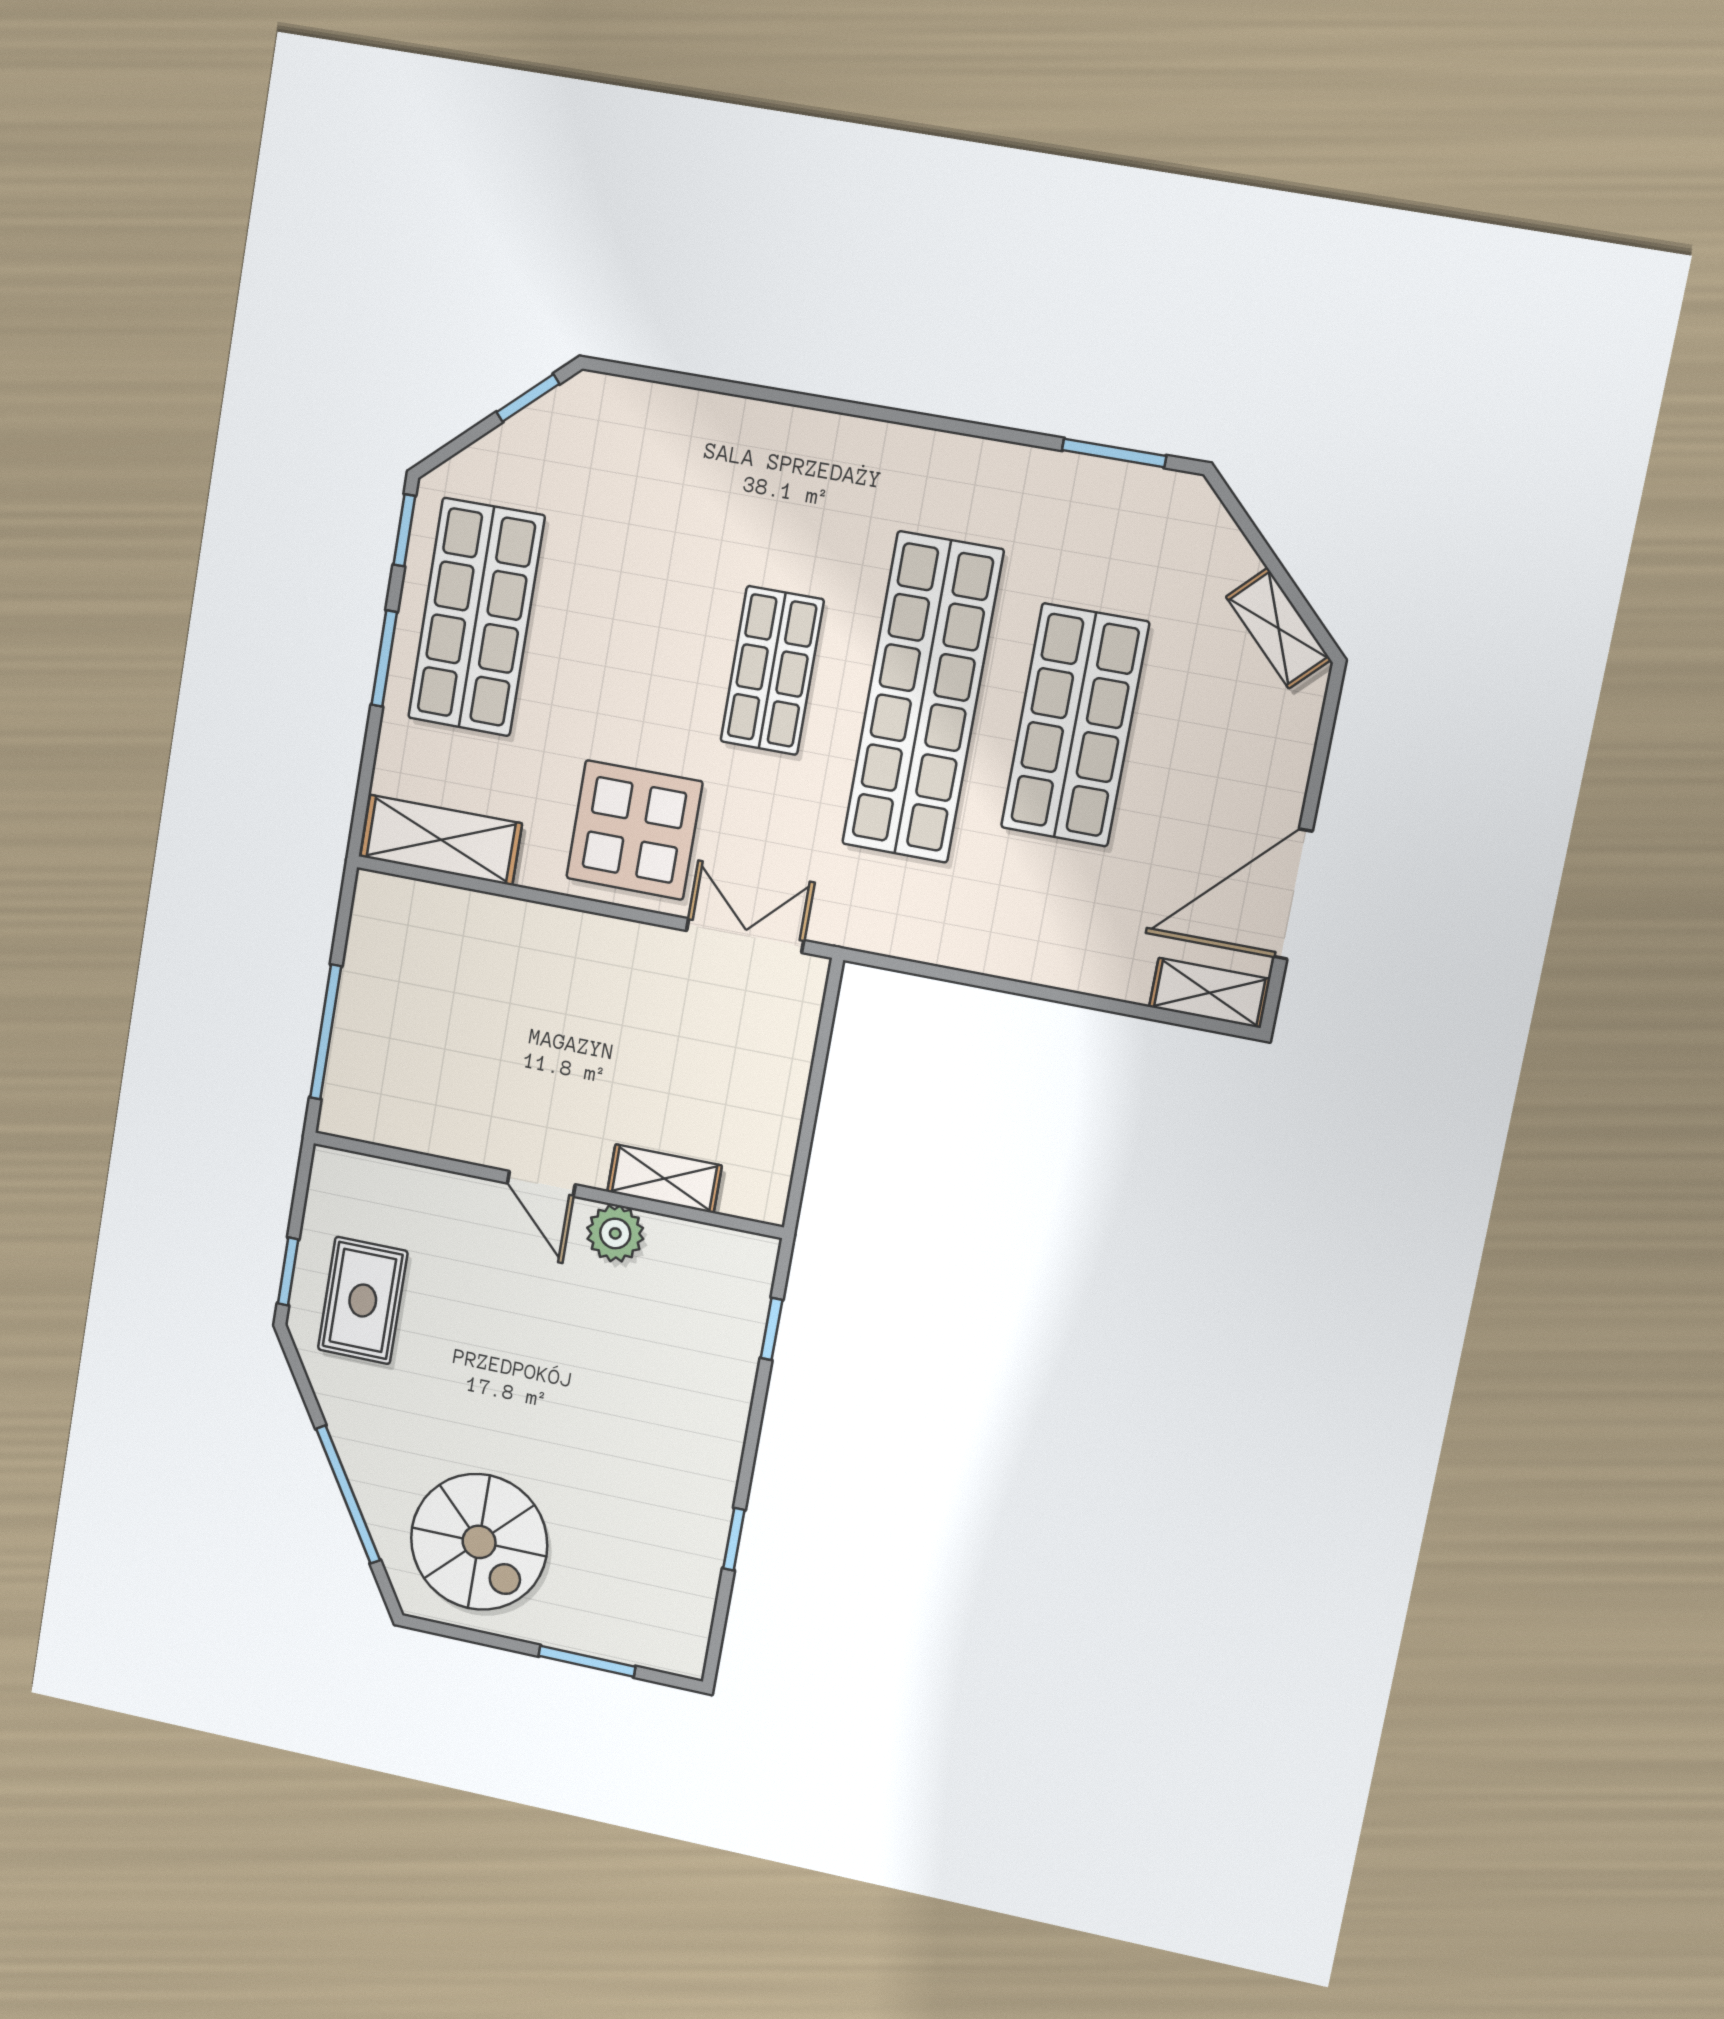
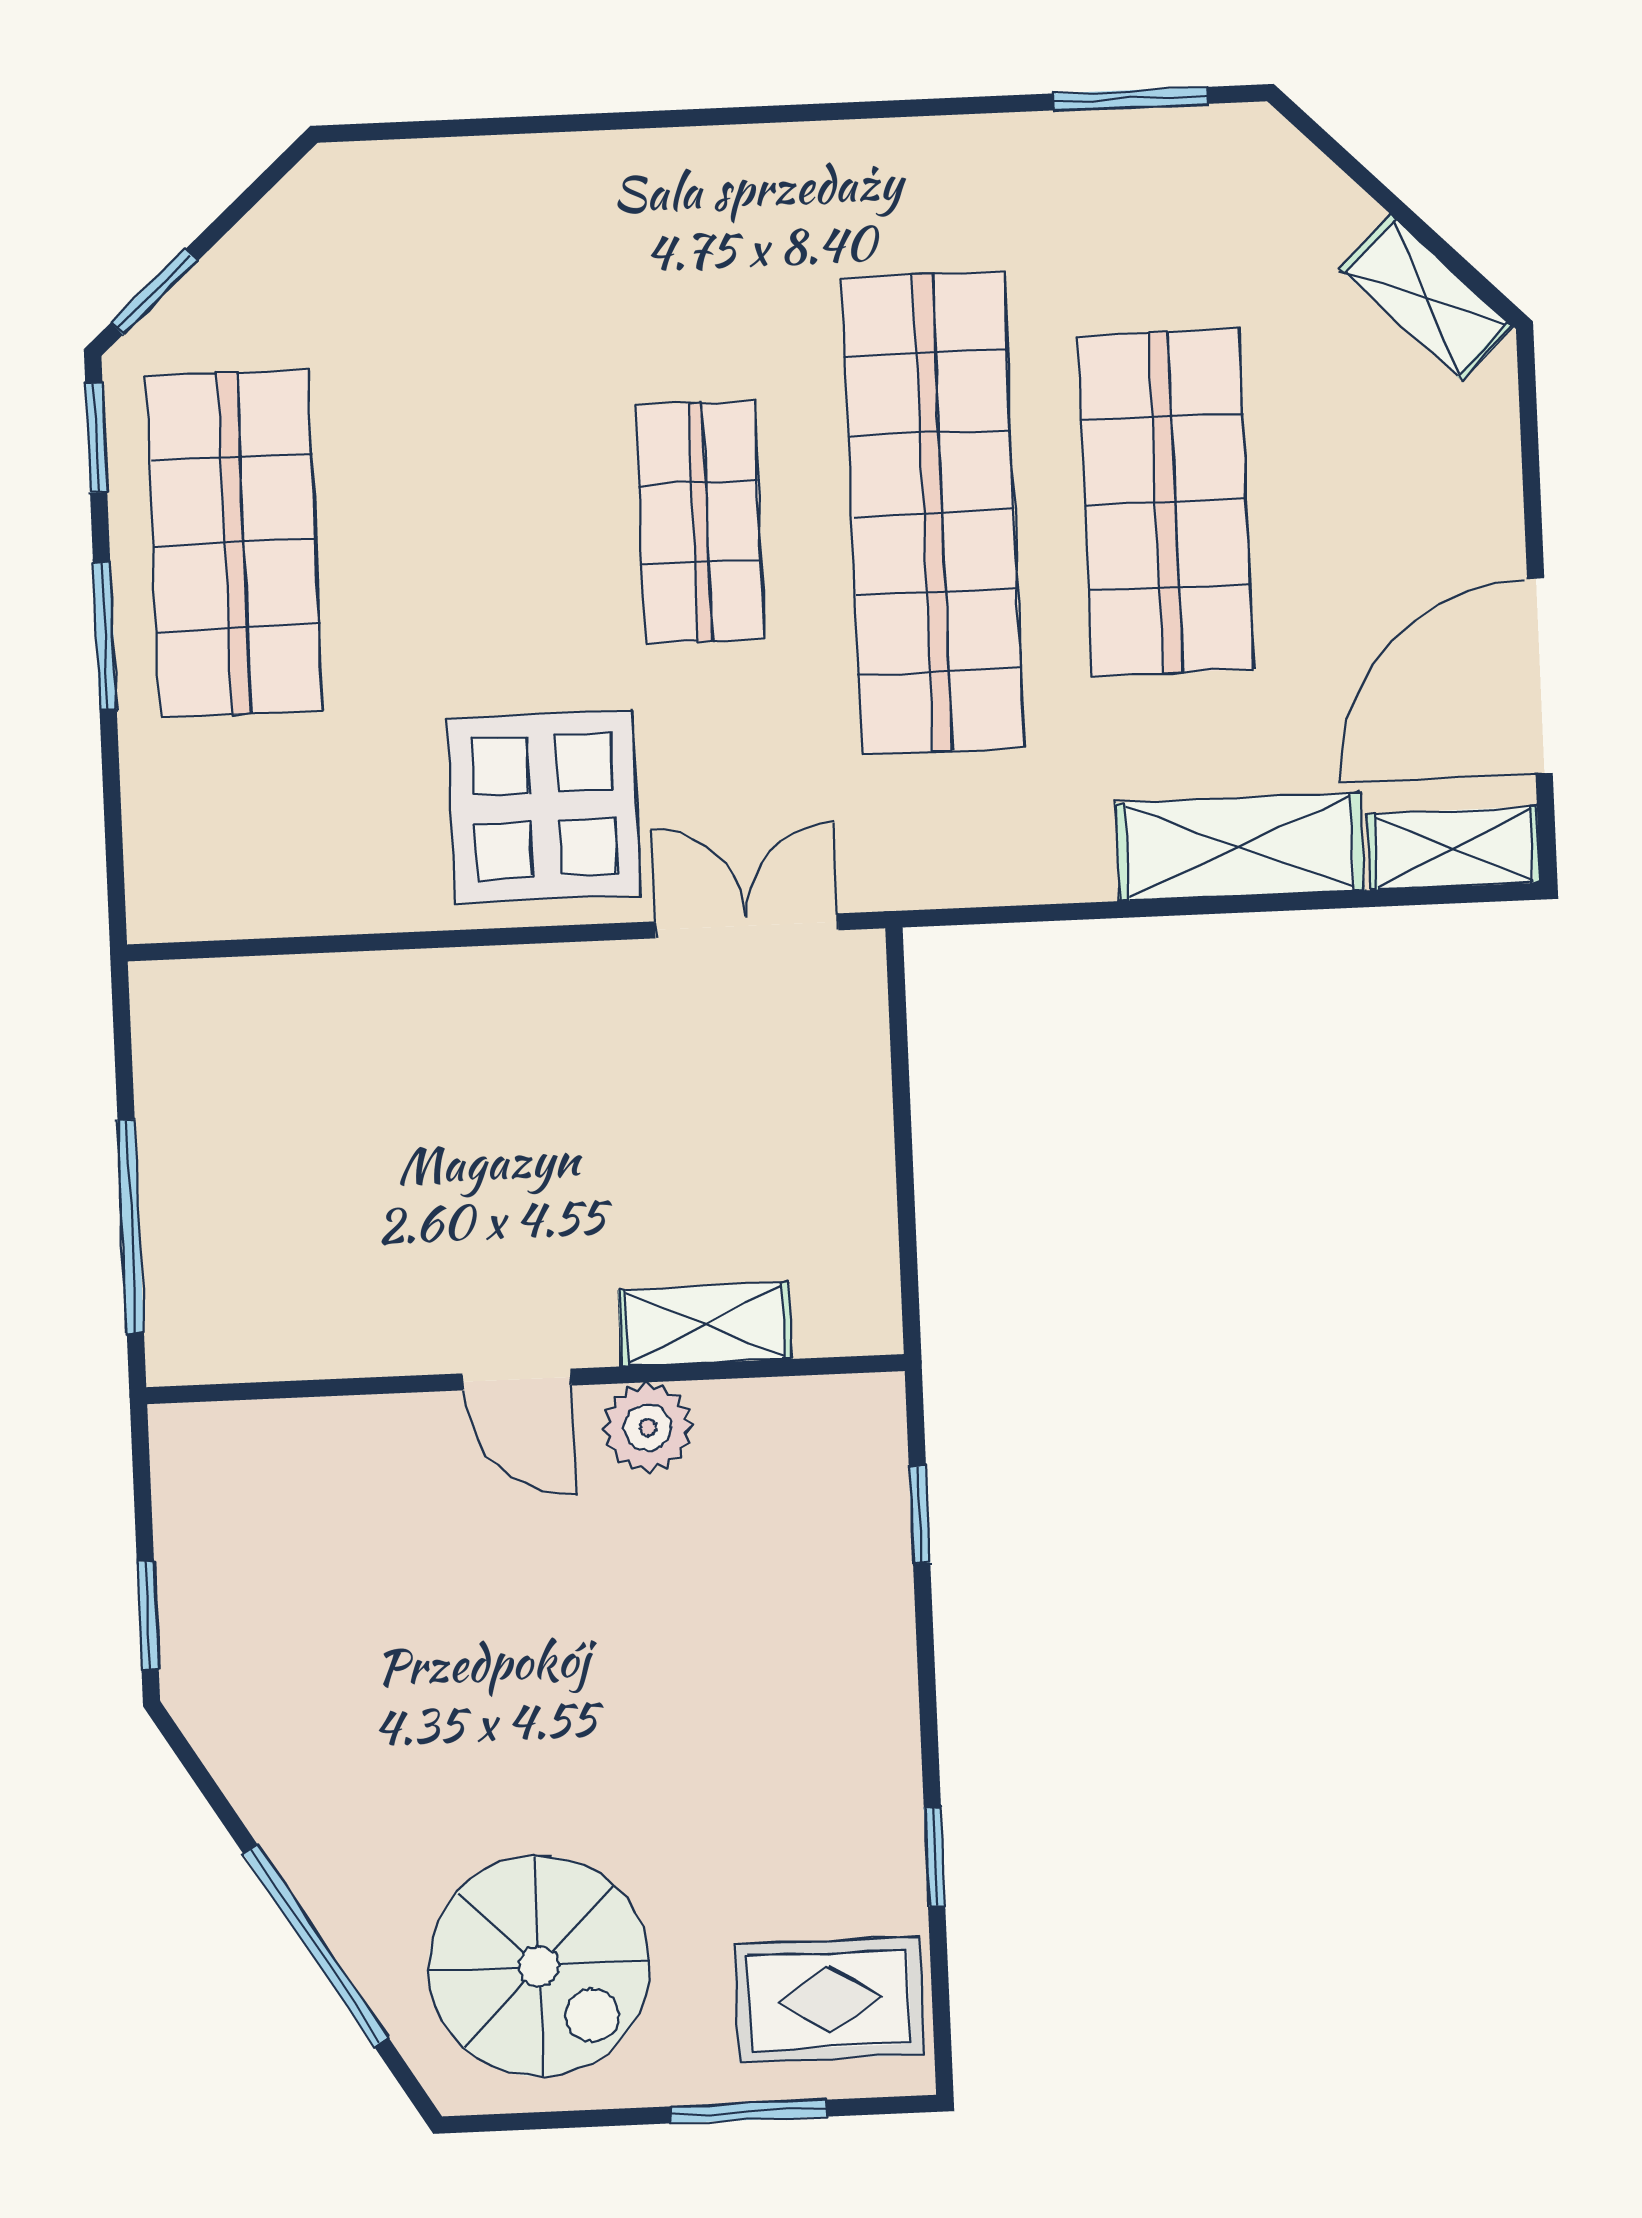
window: (528, 398) -> (154, 292), moved
shelving: (441, 840) -> (1240, 847), moved
rug: (363, 1300) -> (829, 2000), moved, turned 90

